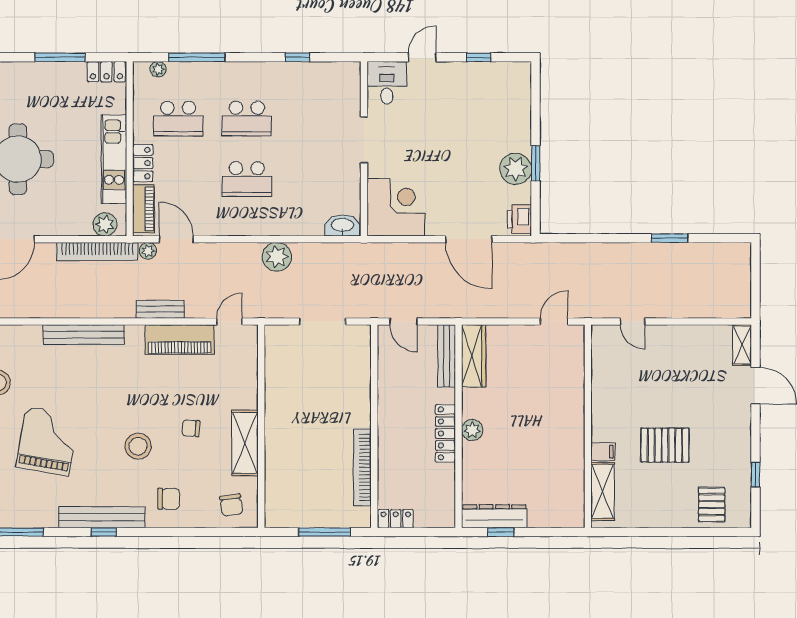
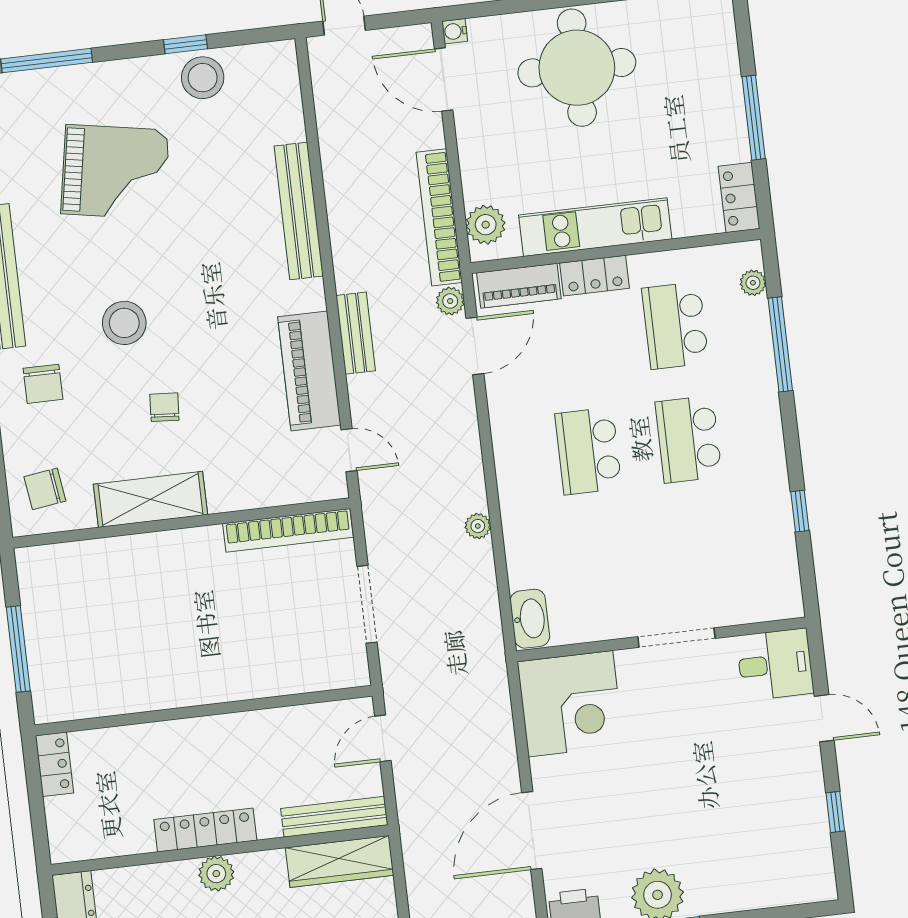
plant: (277, 257) -> (478, 526), width x0.53, depth x0.53
bookcase: (362, 468) -> (288, 530), moved, turned 180

